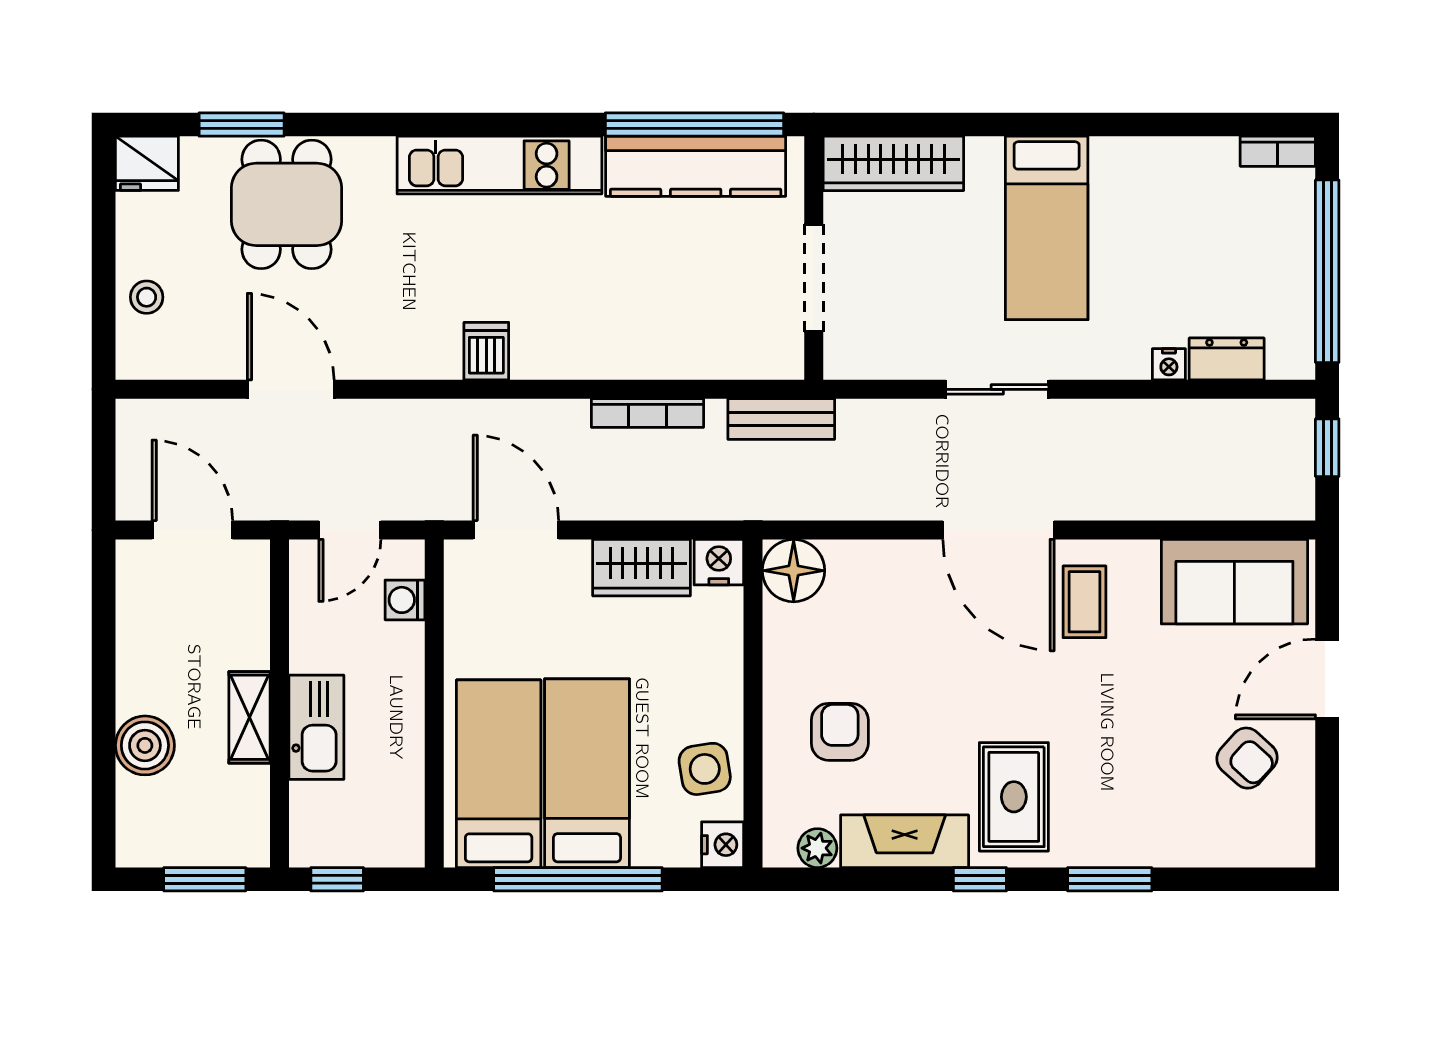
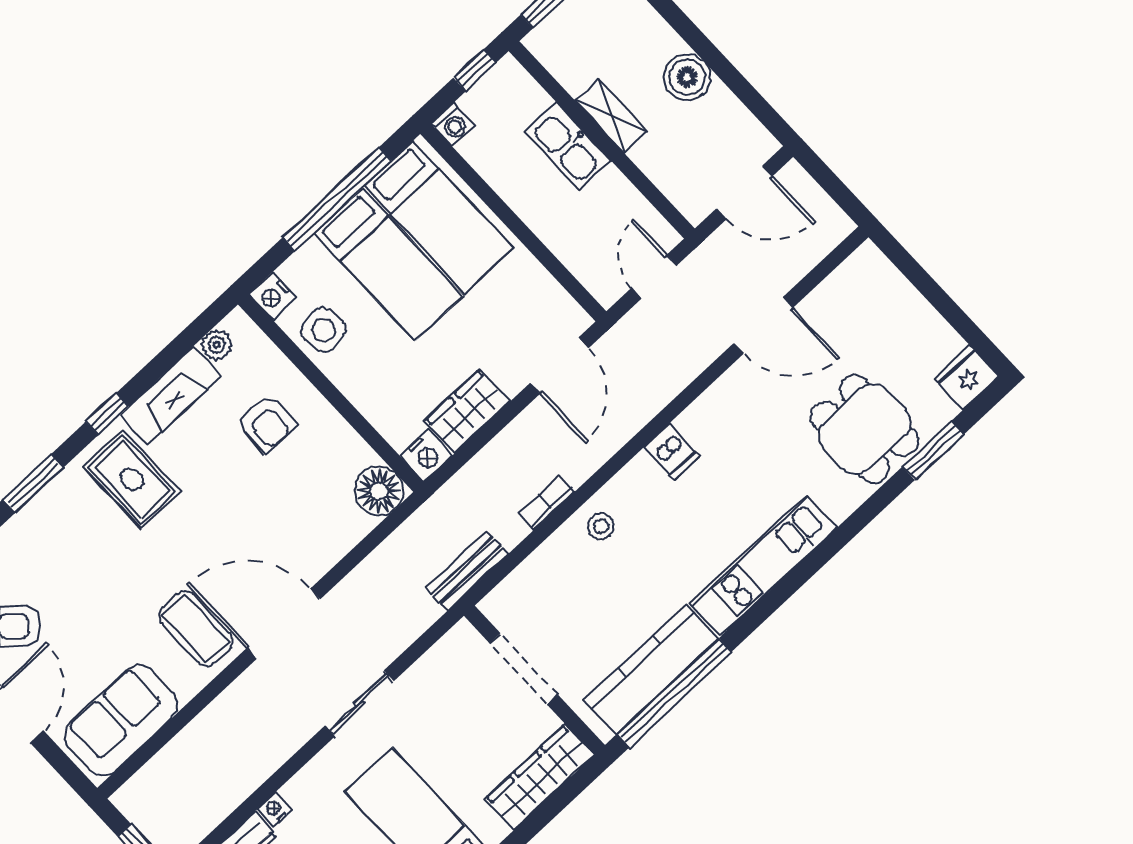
stool: (147, 297) -> (601, 526), moved
bookcase: (648, 413) -> (547, 503), width x0.64
door: (516, 530) -> (559, 366), hinge flipped
washing machine: (405, 600) -> (453, 125), moved, turned 90
coffee table: (1085, 602) -> (196, 629), width x1.36, depth x1.30
boiler: (145, 745) -> (687, 77), moved

